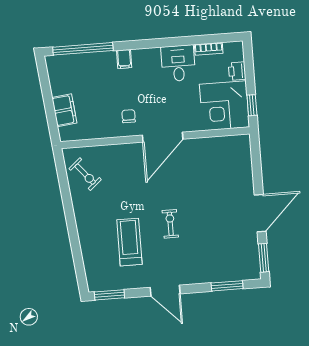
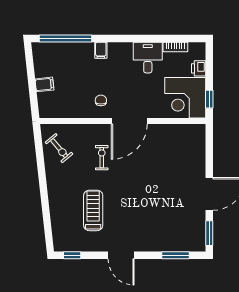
filing cabinet: (64, 110) -> (44, 84), width x0.50
exercise bike: (170, 224) -> (102, 158), moved
window: (109, 295) -> (72, 255), width x0.67

